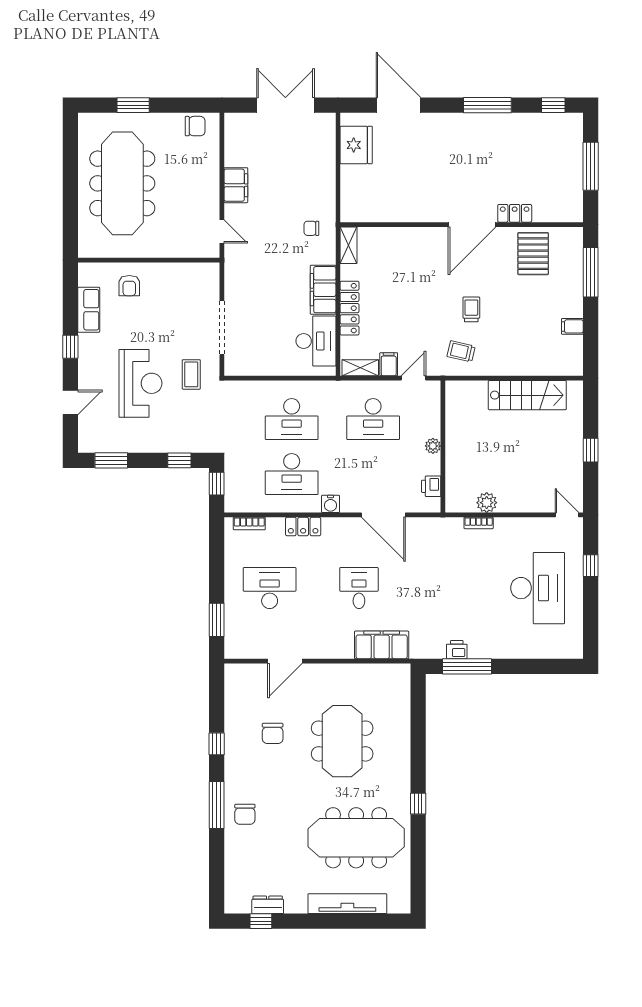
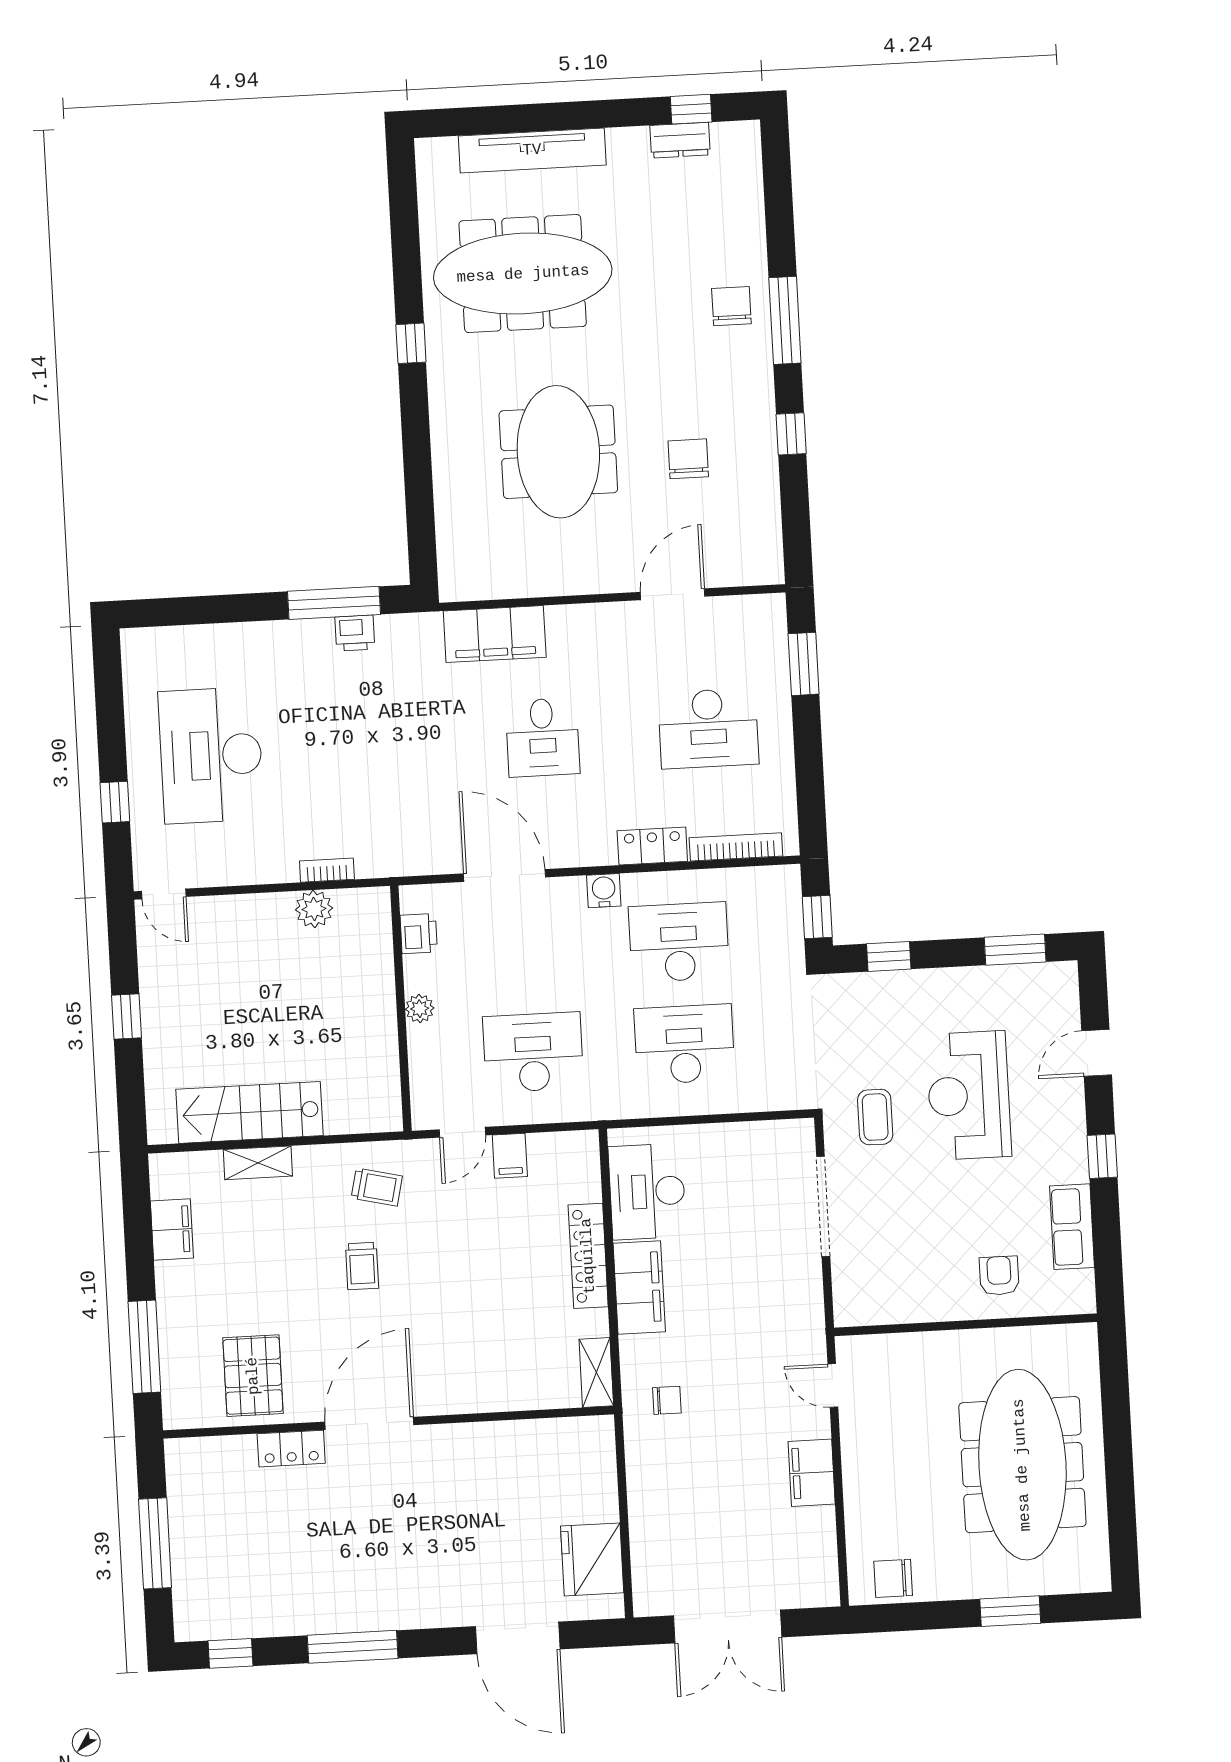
filing cabinet: (572, 326) -> (172, 1230), width x2.00
shelving: (360, 368) -> (258, 1163), moved
bookcase: (249, 524) -> (736, 847), width x1.56

